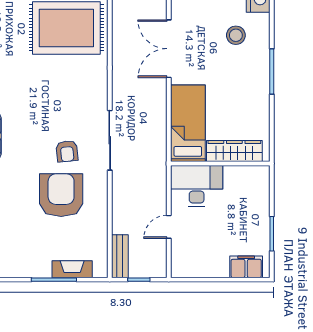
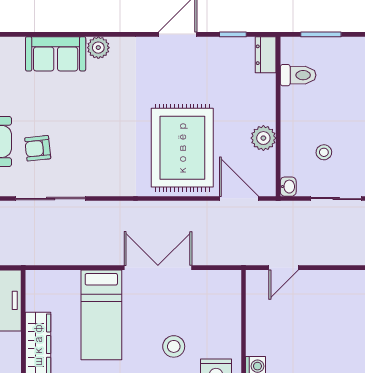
bed: (188, 123) -> (101, 315), moved, turned 90

